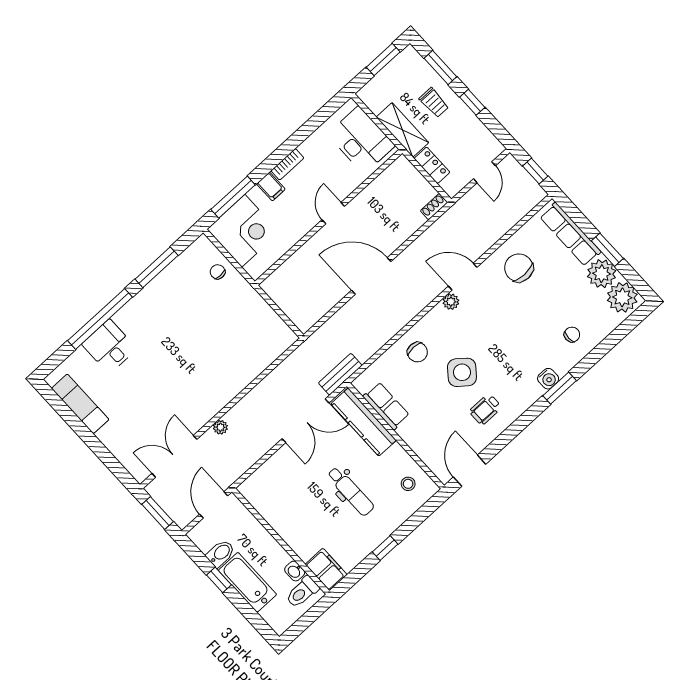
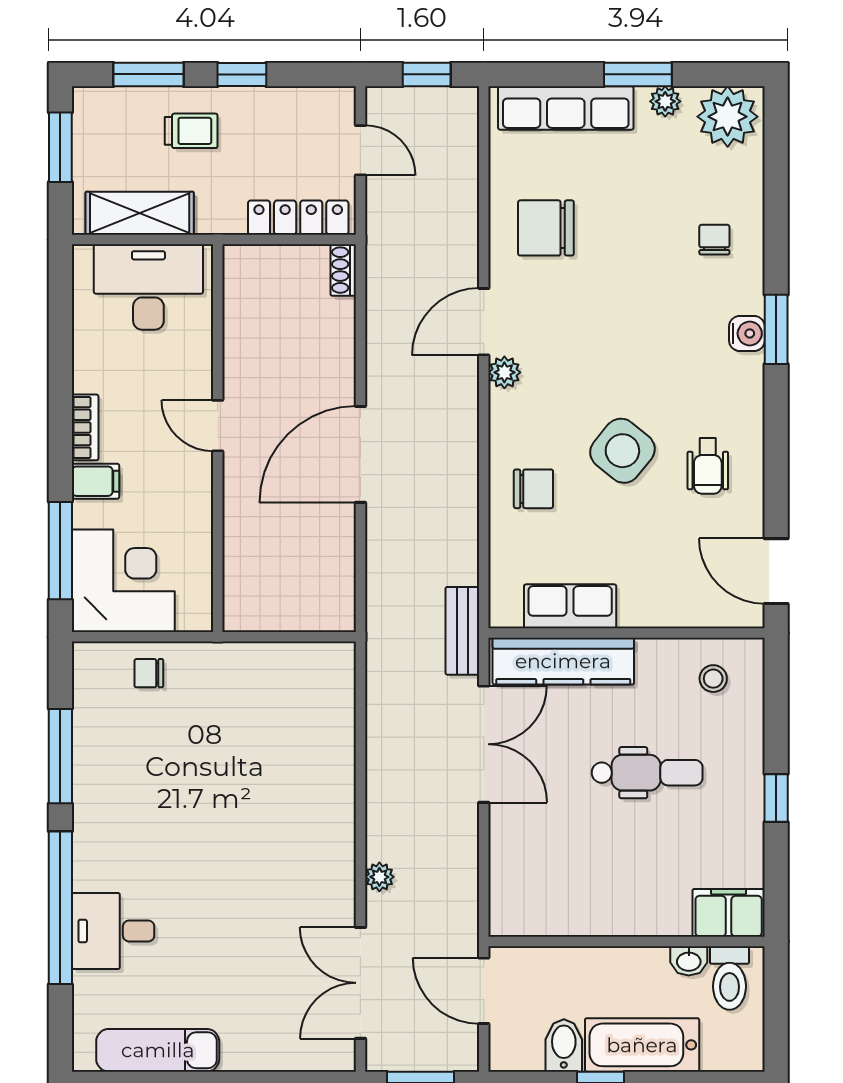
shelving: (402, 130) -> (140, 213), moved
locker: (432, 165) -> (298, 218), width x1.53
plant: (602, 274) -> (665, 101), width x0.53, depth x0.53

